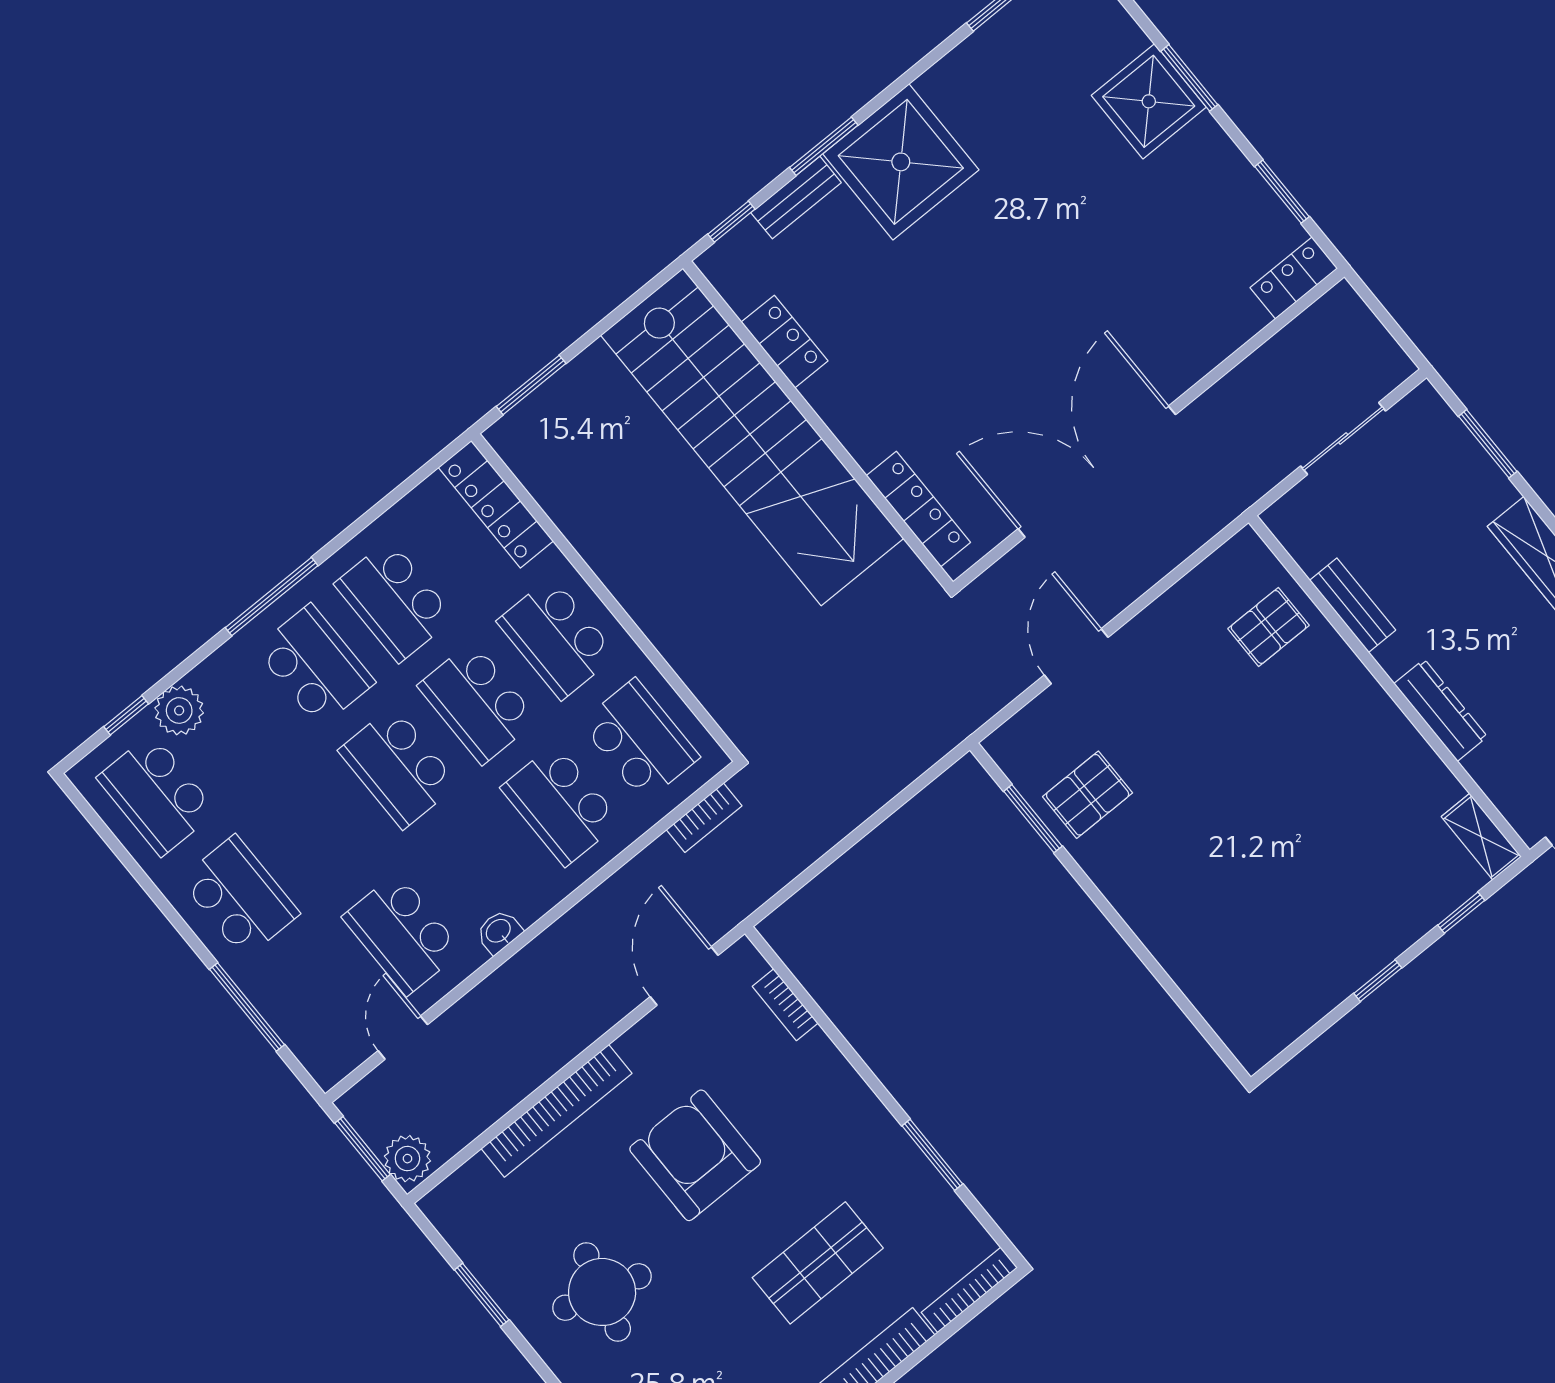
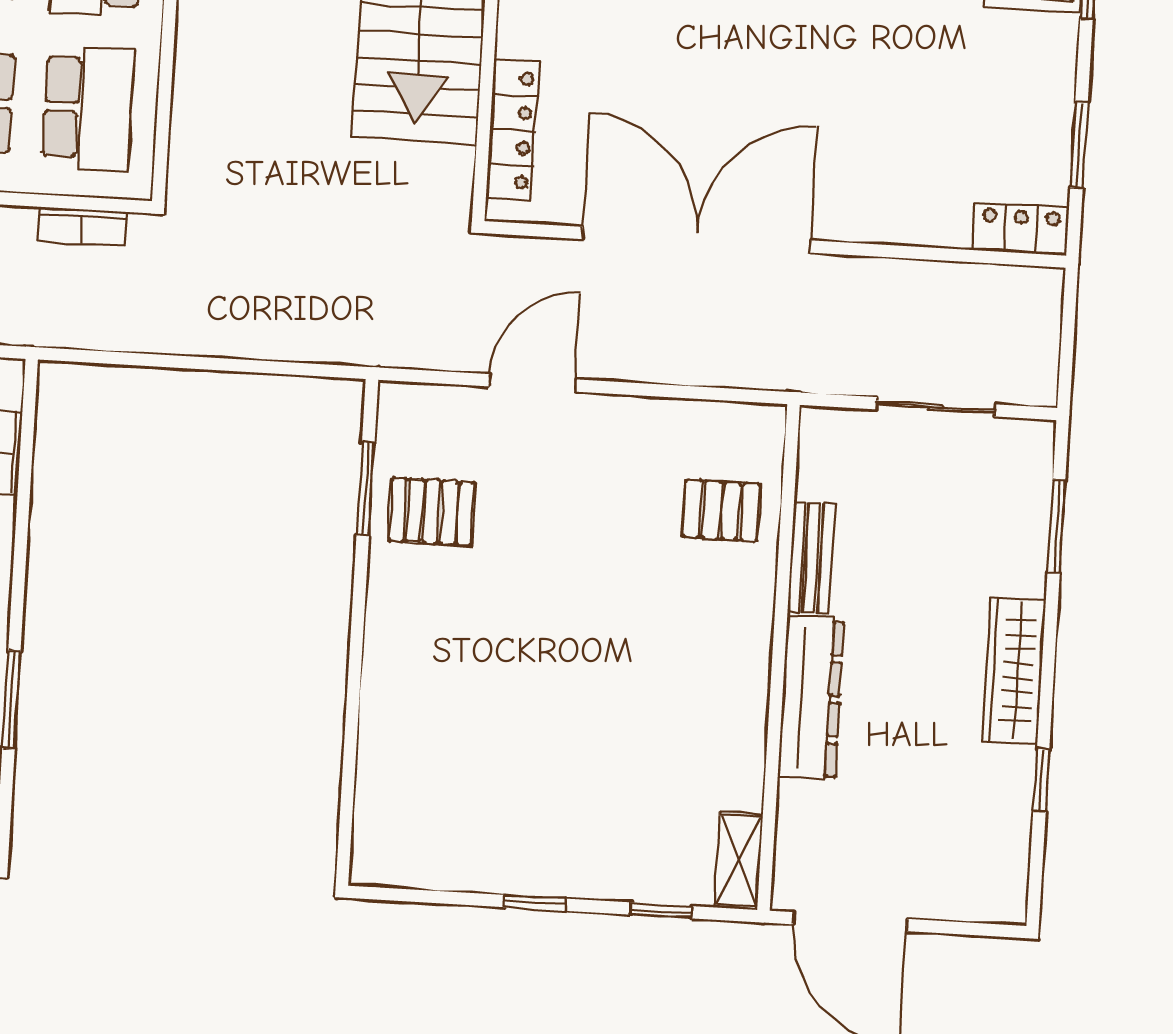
dresser: (1441, 710) -> (811, 698), width x1.37, depth x1.24

